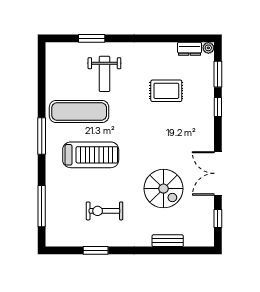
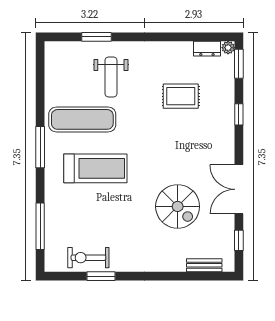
window: (218, 74) -> (239, 64), moved
exercise bike: (104, 211) -> (88, 258), moved
bench: (168, 241) -> (204, 265), moved

